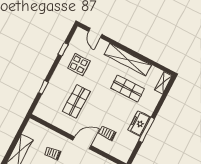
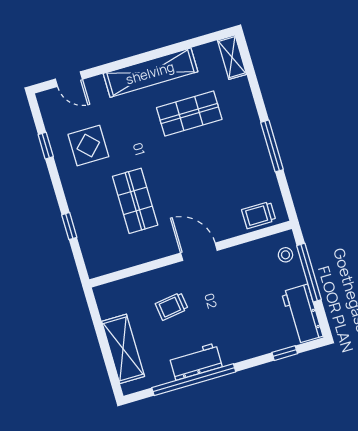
freezer: (139, 124) -> (253, 147), removed
trolley: (107, 133) -> (259, 215), moved
door: (82, 143) -> (199, 252), hinge flipped

